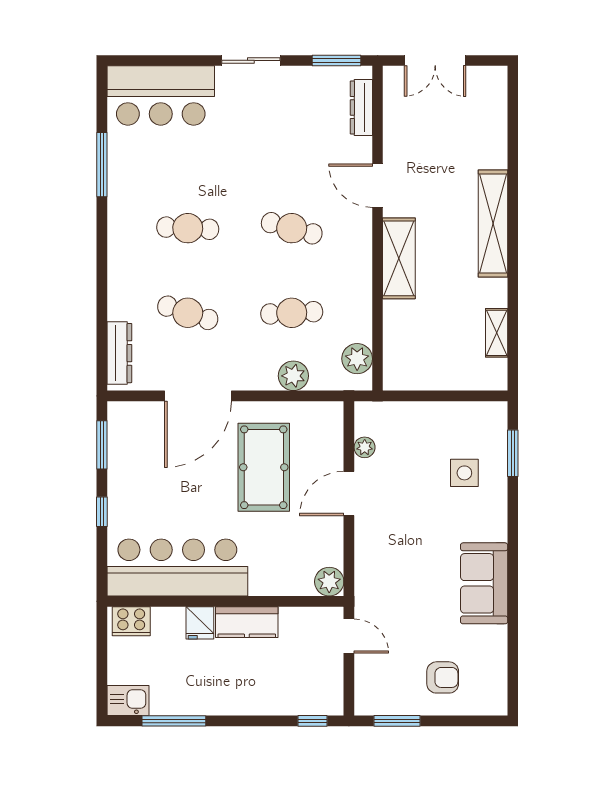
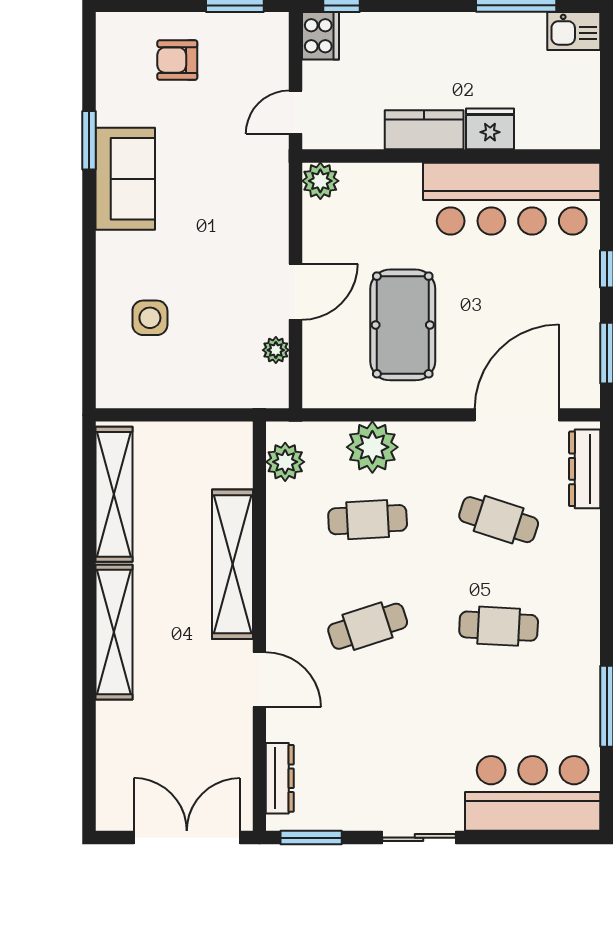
double door: (435, 60) -> (187, 838), width x1.37
cafe table: (292, 228) -> (368, 626), turned -33
shelving: (399, 258) -> (232, 564), width x1.47
shelving: (497, 333) -> (114, 494), width x2.20, depth x1.33
plant: (293, 376) -> (372, 447), width x1.36, depth x1.36
door: (198, 396) -> (517, 415), moved
window: (513, 453) -> (89, 140), moved
cooker: (131, 621) -> (320, 36), moved, turned 90
fridge: (200, 623) -> (490, 129), width x1.38
door: (349, 636) -> (295, 112), hinge flipped

